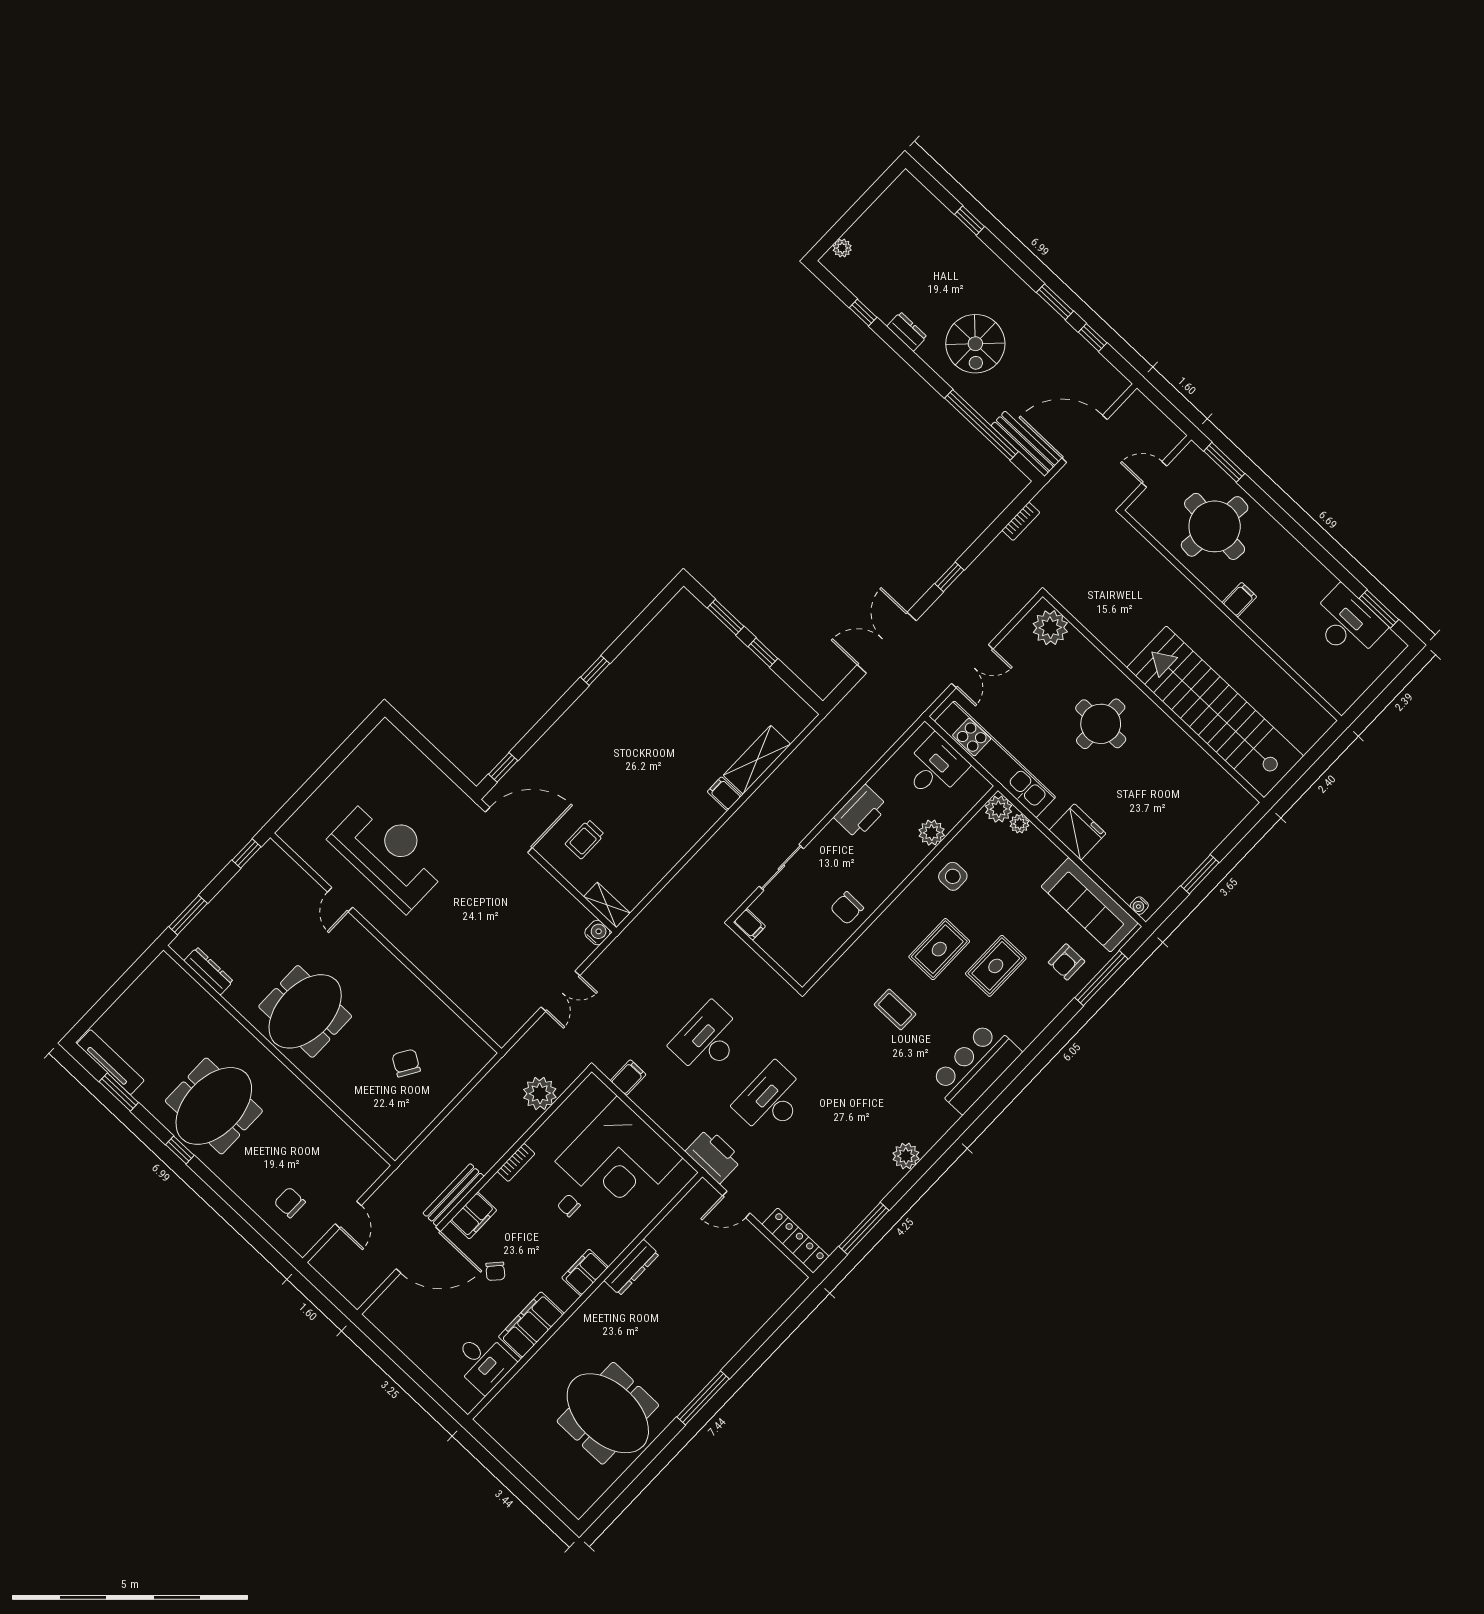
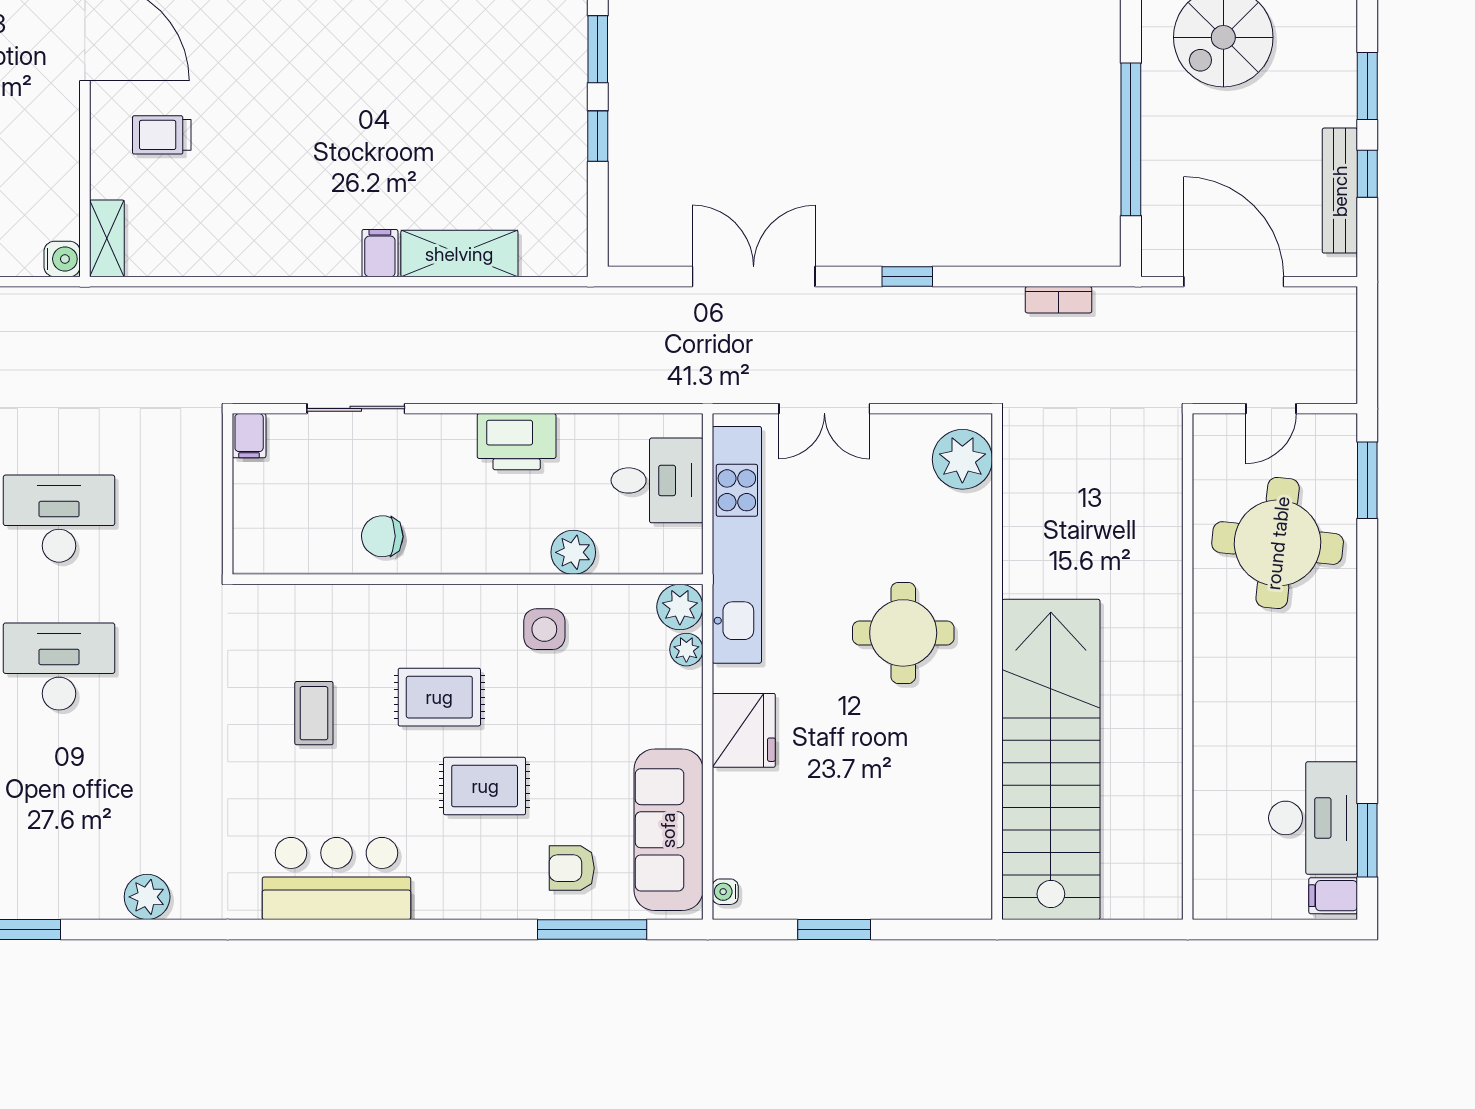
bench: (1025, 444) -> (1340, 191), moved
door: (1154, 474) -> (1271, 409), swing flipped
filing cabinet: (1239, 600) -> (1333, 896), moved, turned 180

